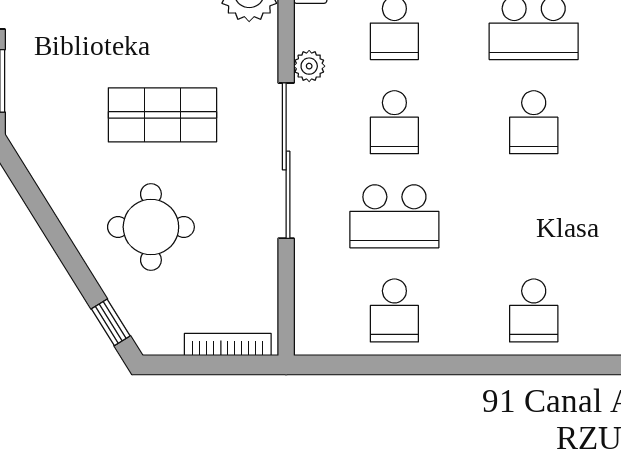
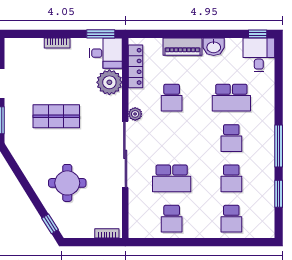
shop shelf: (162, 115) -> (56, 116), moved
school desk: (394, 122) -> (231, 178), moved
bookcase: (228, 345) -> (107, 233), width x0.64

